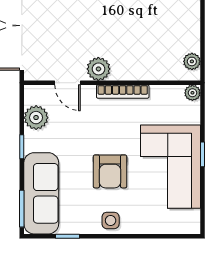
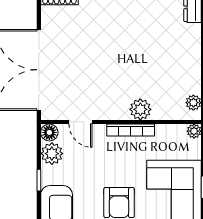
plant: (98, 69) -> (140, 109), moved
floor lamp: (33, 94) -> (49, 132), added

